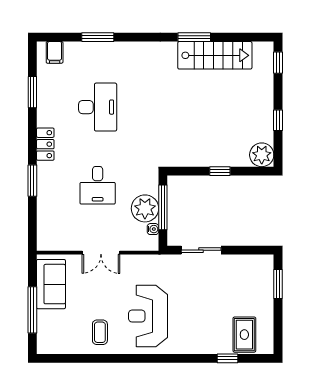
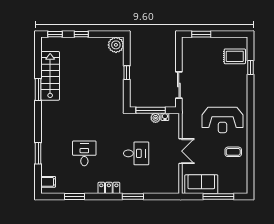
desk: (98, 107) -> (84, 153), width x0.73
window: (278, 120) -> (81, 34), moved
plant: (145, 208) -> (156, 118), width x0.53, depth x0.53

